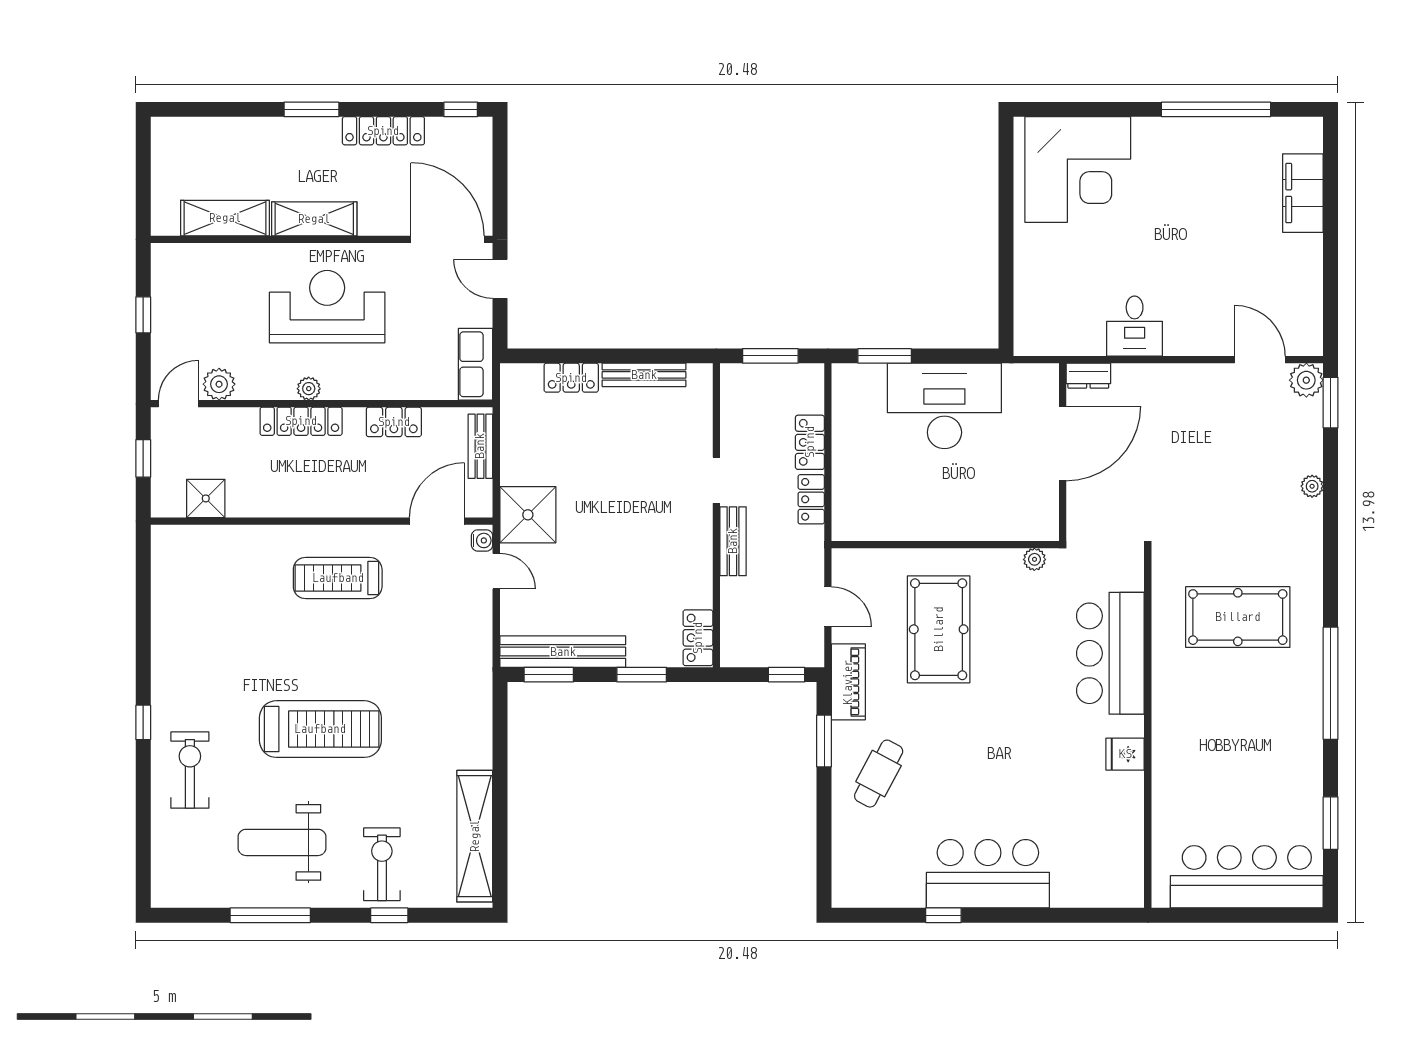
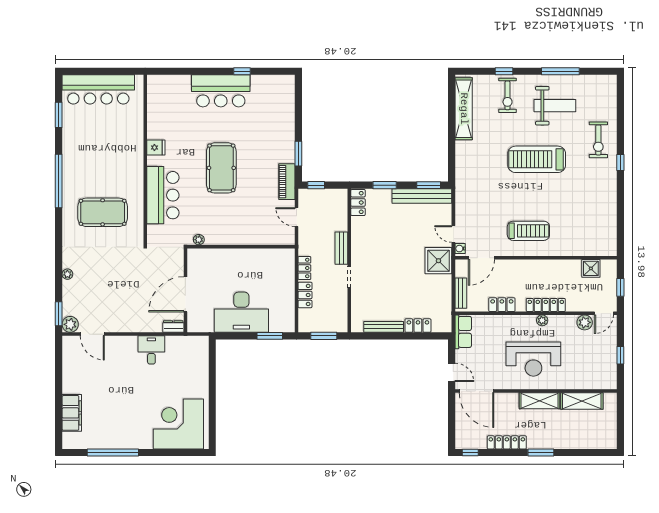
pool table: (939, 629) -> (221, 168), moved
cafe table: (879, 774) -> (273, 138), removed

